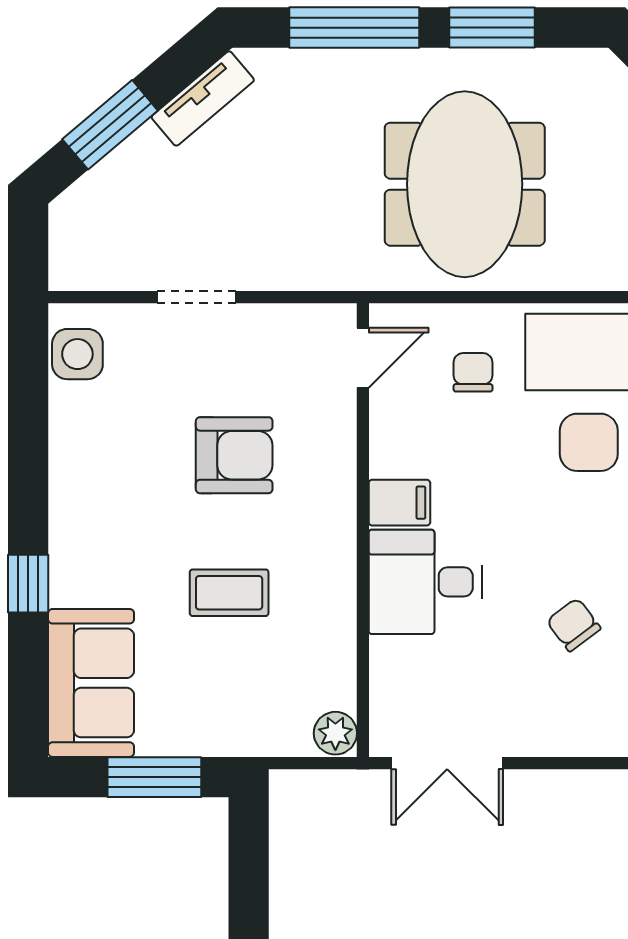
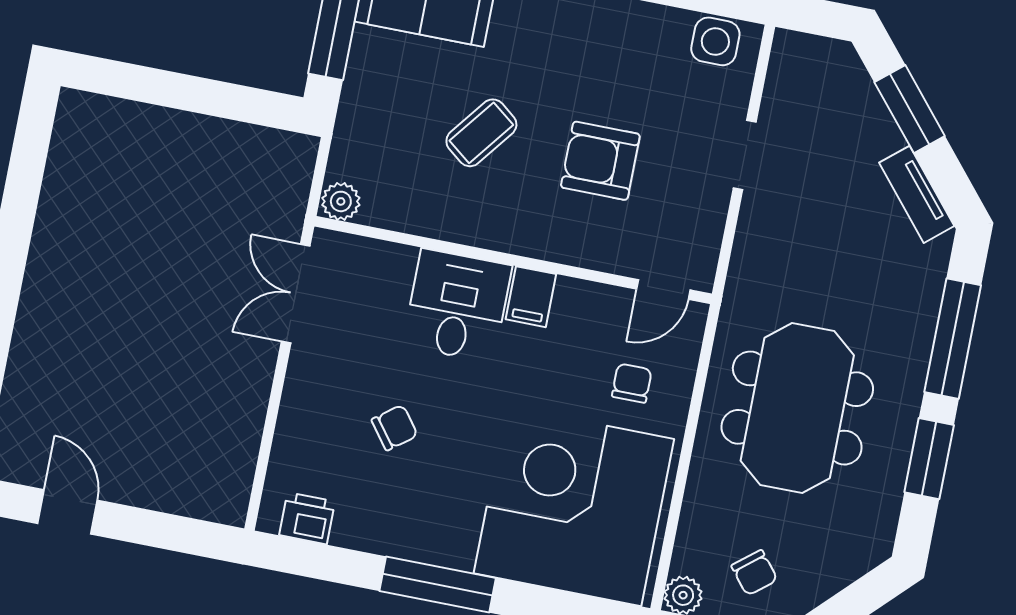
meeting table: (465, 184) -> (797, 408), turned 90
door: (363, 358) -> (663, 290), hinge flipped
chair: (473, 372) -> (632, 383), turned -90
armchair: (234, 455) -> (600, 161), turned 90
coffee table: (229, 593) -> (481, 133), turned 38

